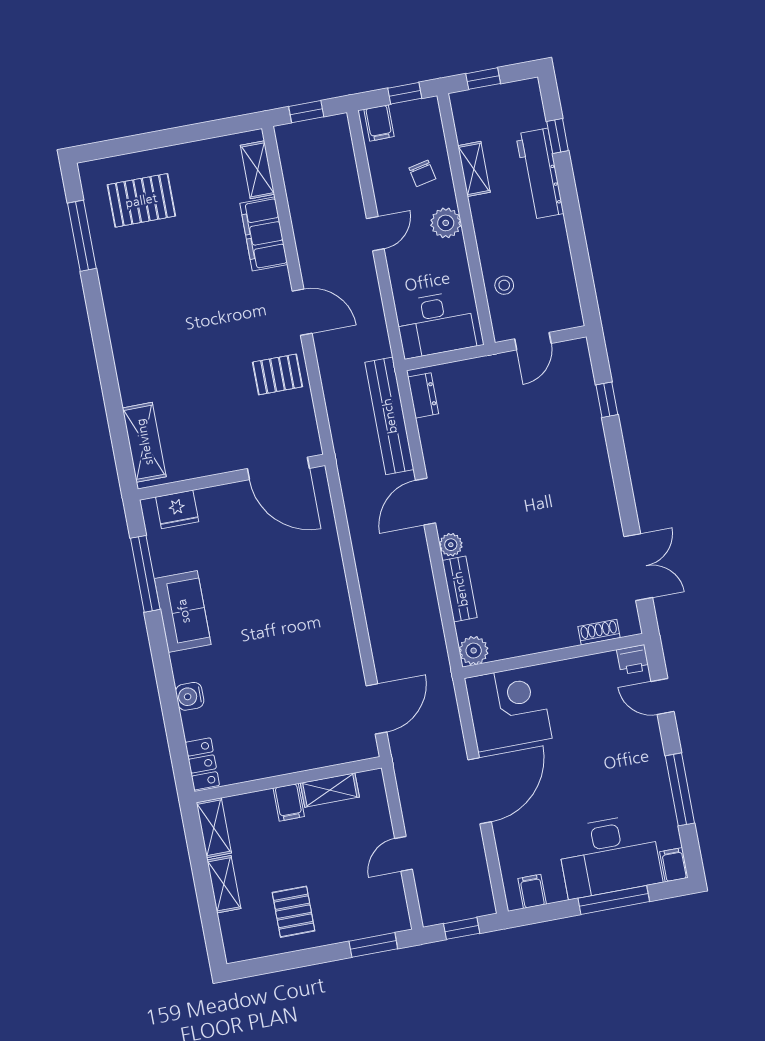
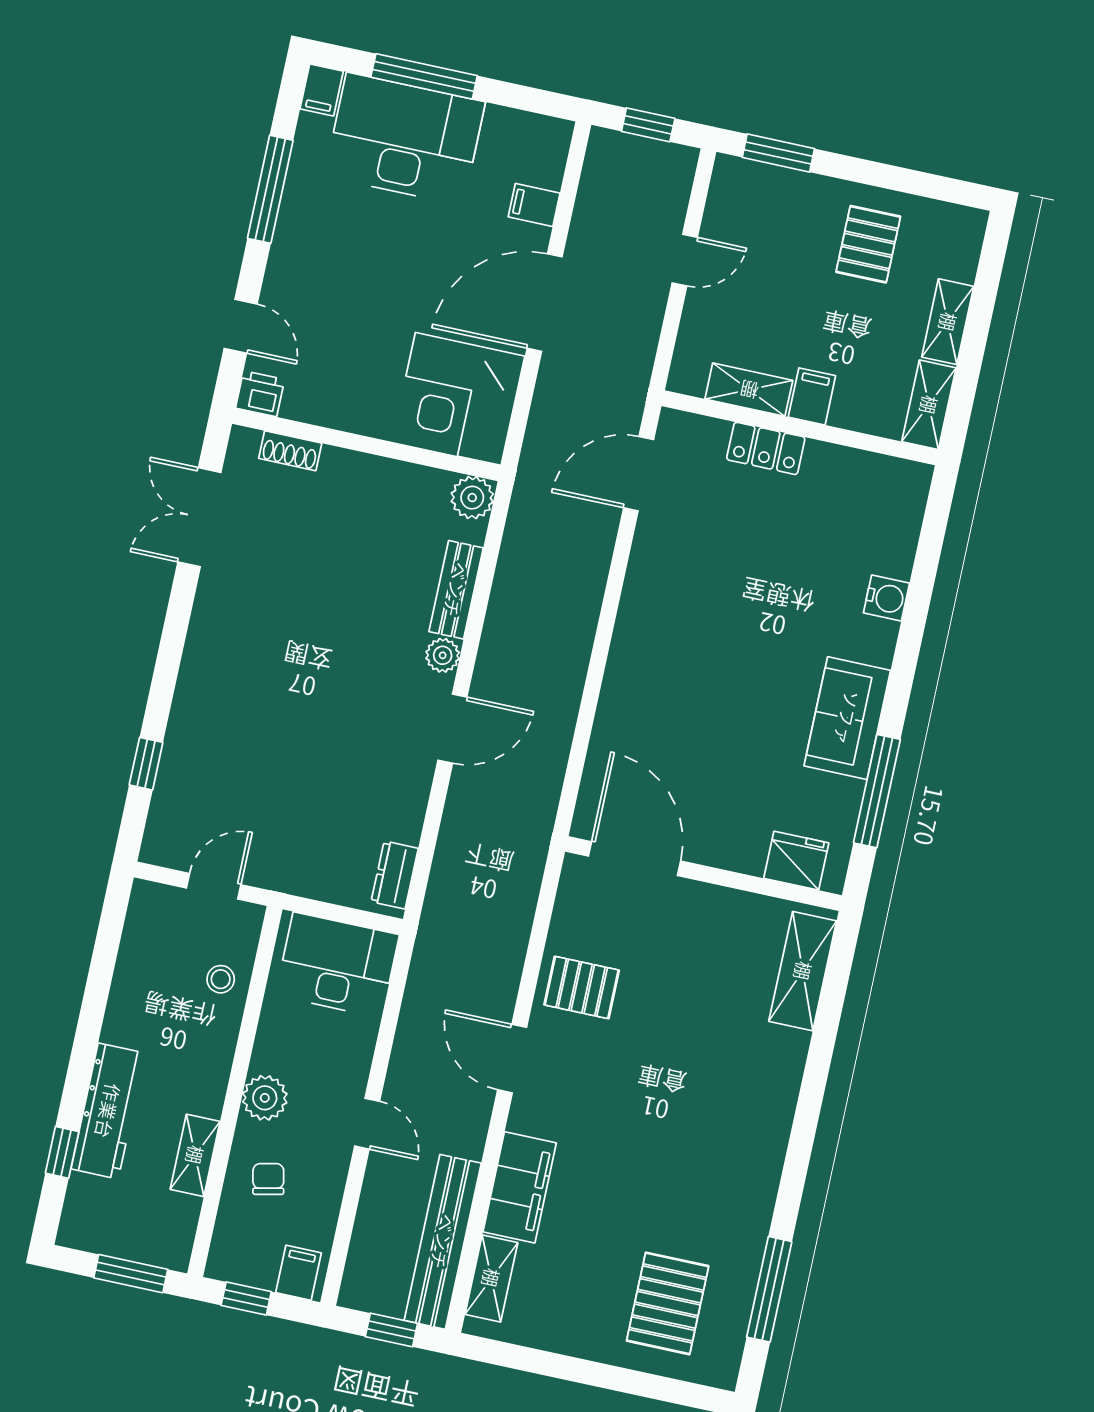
window: (483, 79) -> (131, 1274), width x1.50
pallet: (141, 200) -> (668, 1303), turned 90
door: (375, 234) -> (367, 1124), swing flipped
bench: (389, 416) -> (443, 1242), moved
locker: (202, 764) -> (766, 448), moved, turned -90
filing cabinet: (532, 891) -> (534, 205), moved, turned 90

